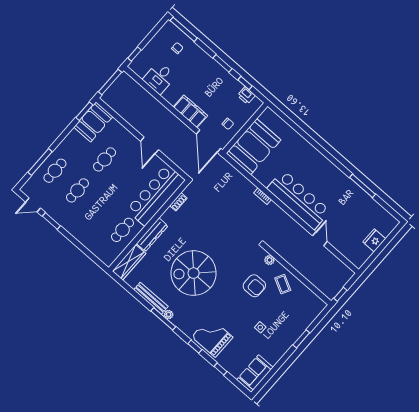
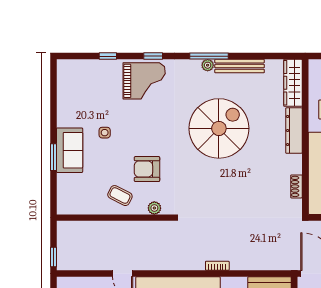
window: (340, 294) -> (53, 257), moved
sofa: (255, 374) -> (70, 150), moved

